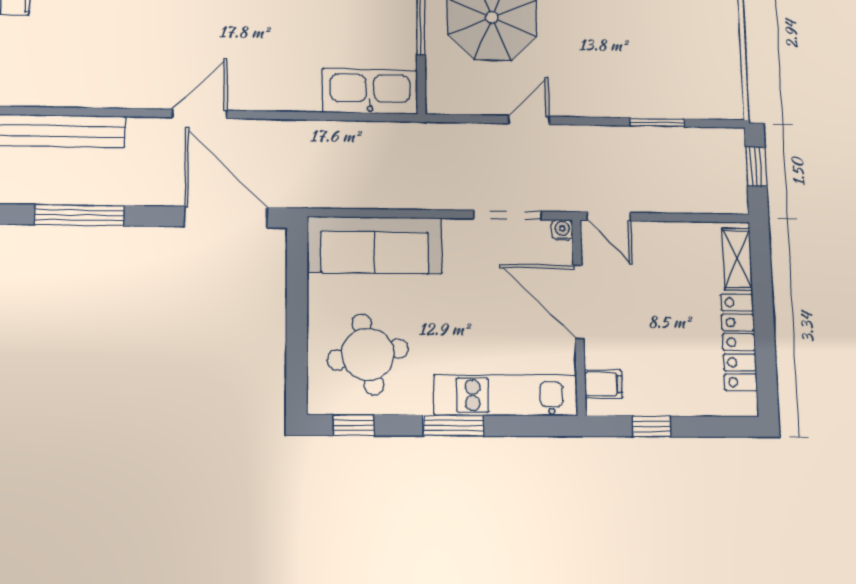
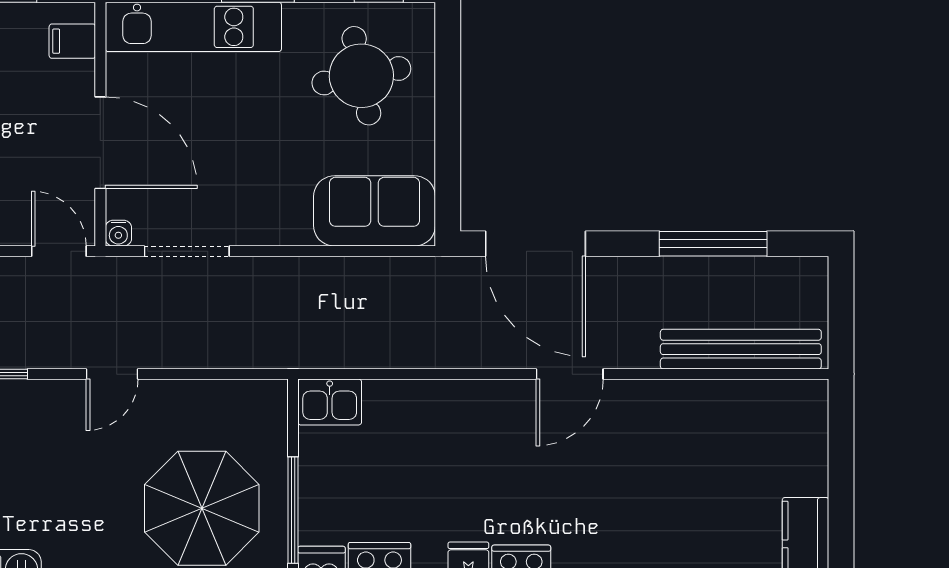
kitchen sink: (370, 91) -> (330, 402), width x0.53, depth x0.81
door: (529, 120) -> (112, 374), moved
sofa: (375, 245) -> (375, 211), width x0.73

